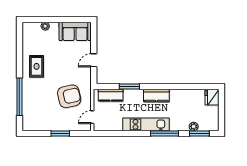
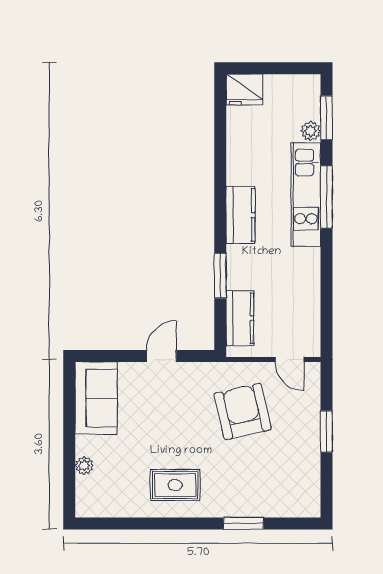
door: (94, 60) -> (161, 356), swing flipped
window: (19, 97) -> (243, 523), width x0.47
kitchen unit: (146, 124) -> (306, 195), moved

